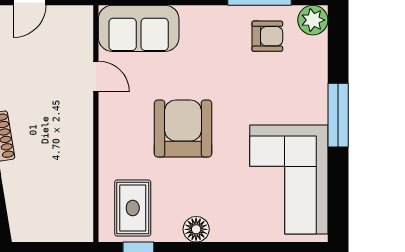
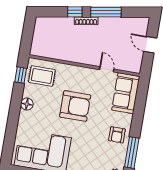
armchair: (267, 36) -> (117, 135), moved
door: (96, 76) -> (107, 69), swing flipped

